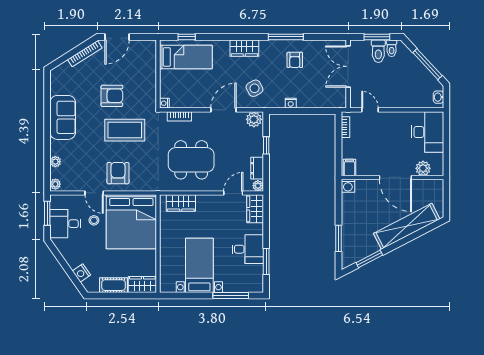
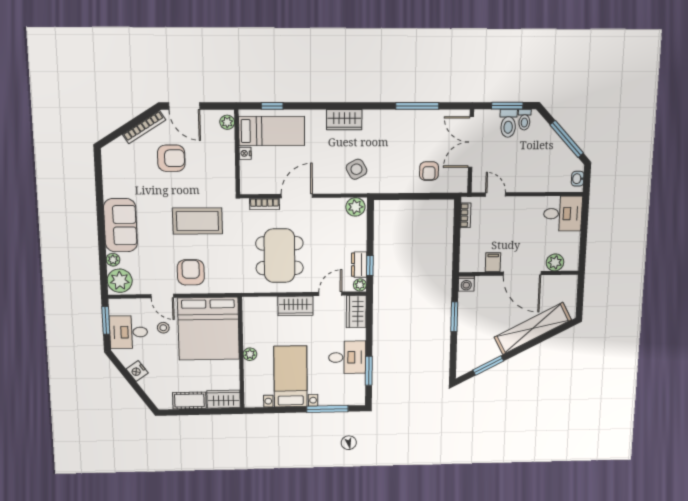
door: (117, 37) -> (184, 106), hinge flipped
window: (286, 37) -> (417, 106), moved
plant: (151, 50) -> (227, 122), added
armchair: (295, 60) -> (429, 171), moved
armchair: (112, 96) -> (171, 158), moved
nightstand: (164, 103) -> (245, 153), moved
nightstand: (291, 103) -> (400, 187), removed
door: (223, 110) -> (297, 196), moved
sofa: (63, 117) -> (121, 225), moved
desk: (427, 132) -> (563, 214), width x0.73
window: (266, 145) -> (370, 266), moved
dining table: (191, 160) -> (280, 256), turned 90
filing cabinet: (349, 168) -> (493, 262), moved
plant: (55, 184) -> (120, 281), width x1.88, depth x1.88
wardrobe: (181, 203) -> (295, 306), moved
window: (338, 238) -> (454, 317), moved
plant: (165, 245) -> (250, 354), added
nightstand: (81, 273) -> (137, 371), moved

